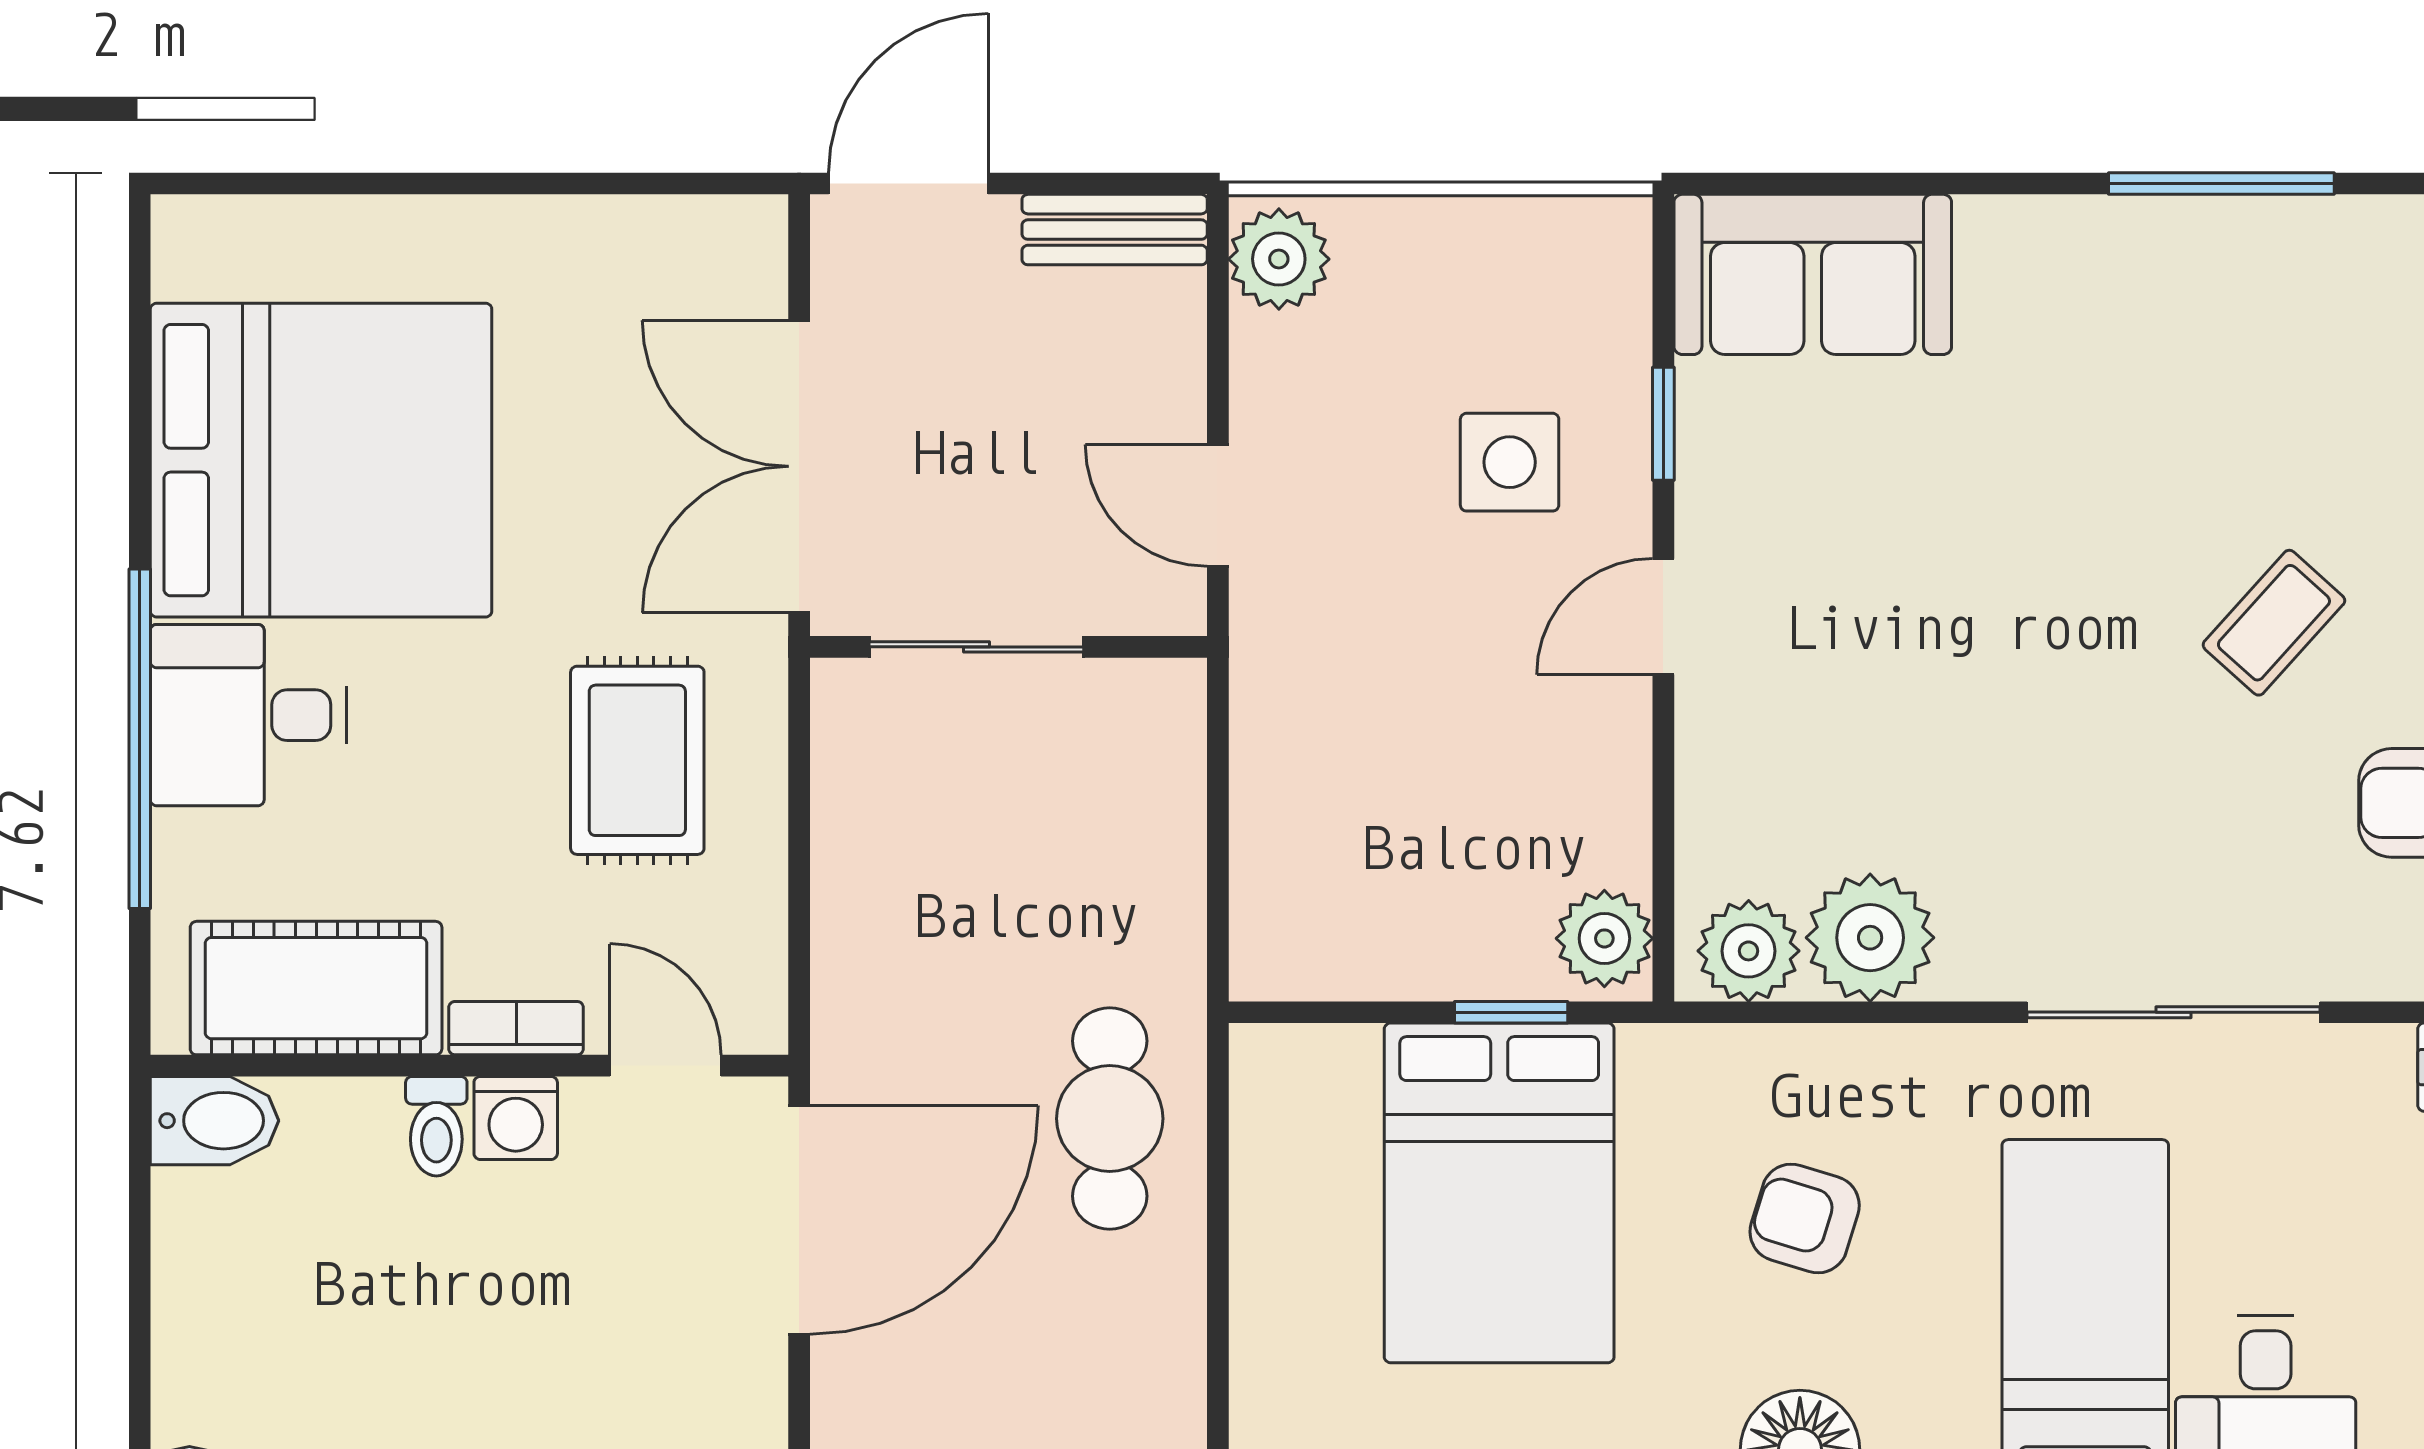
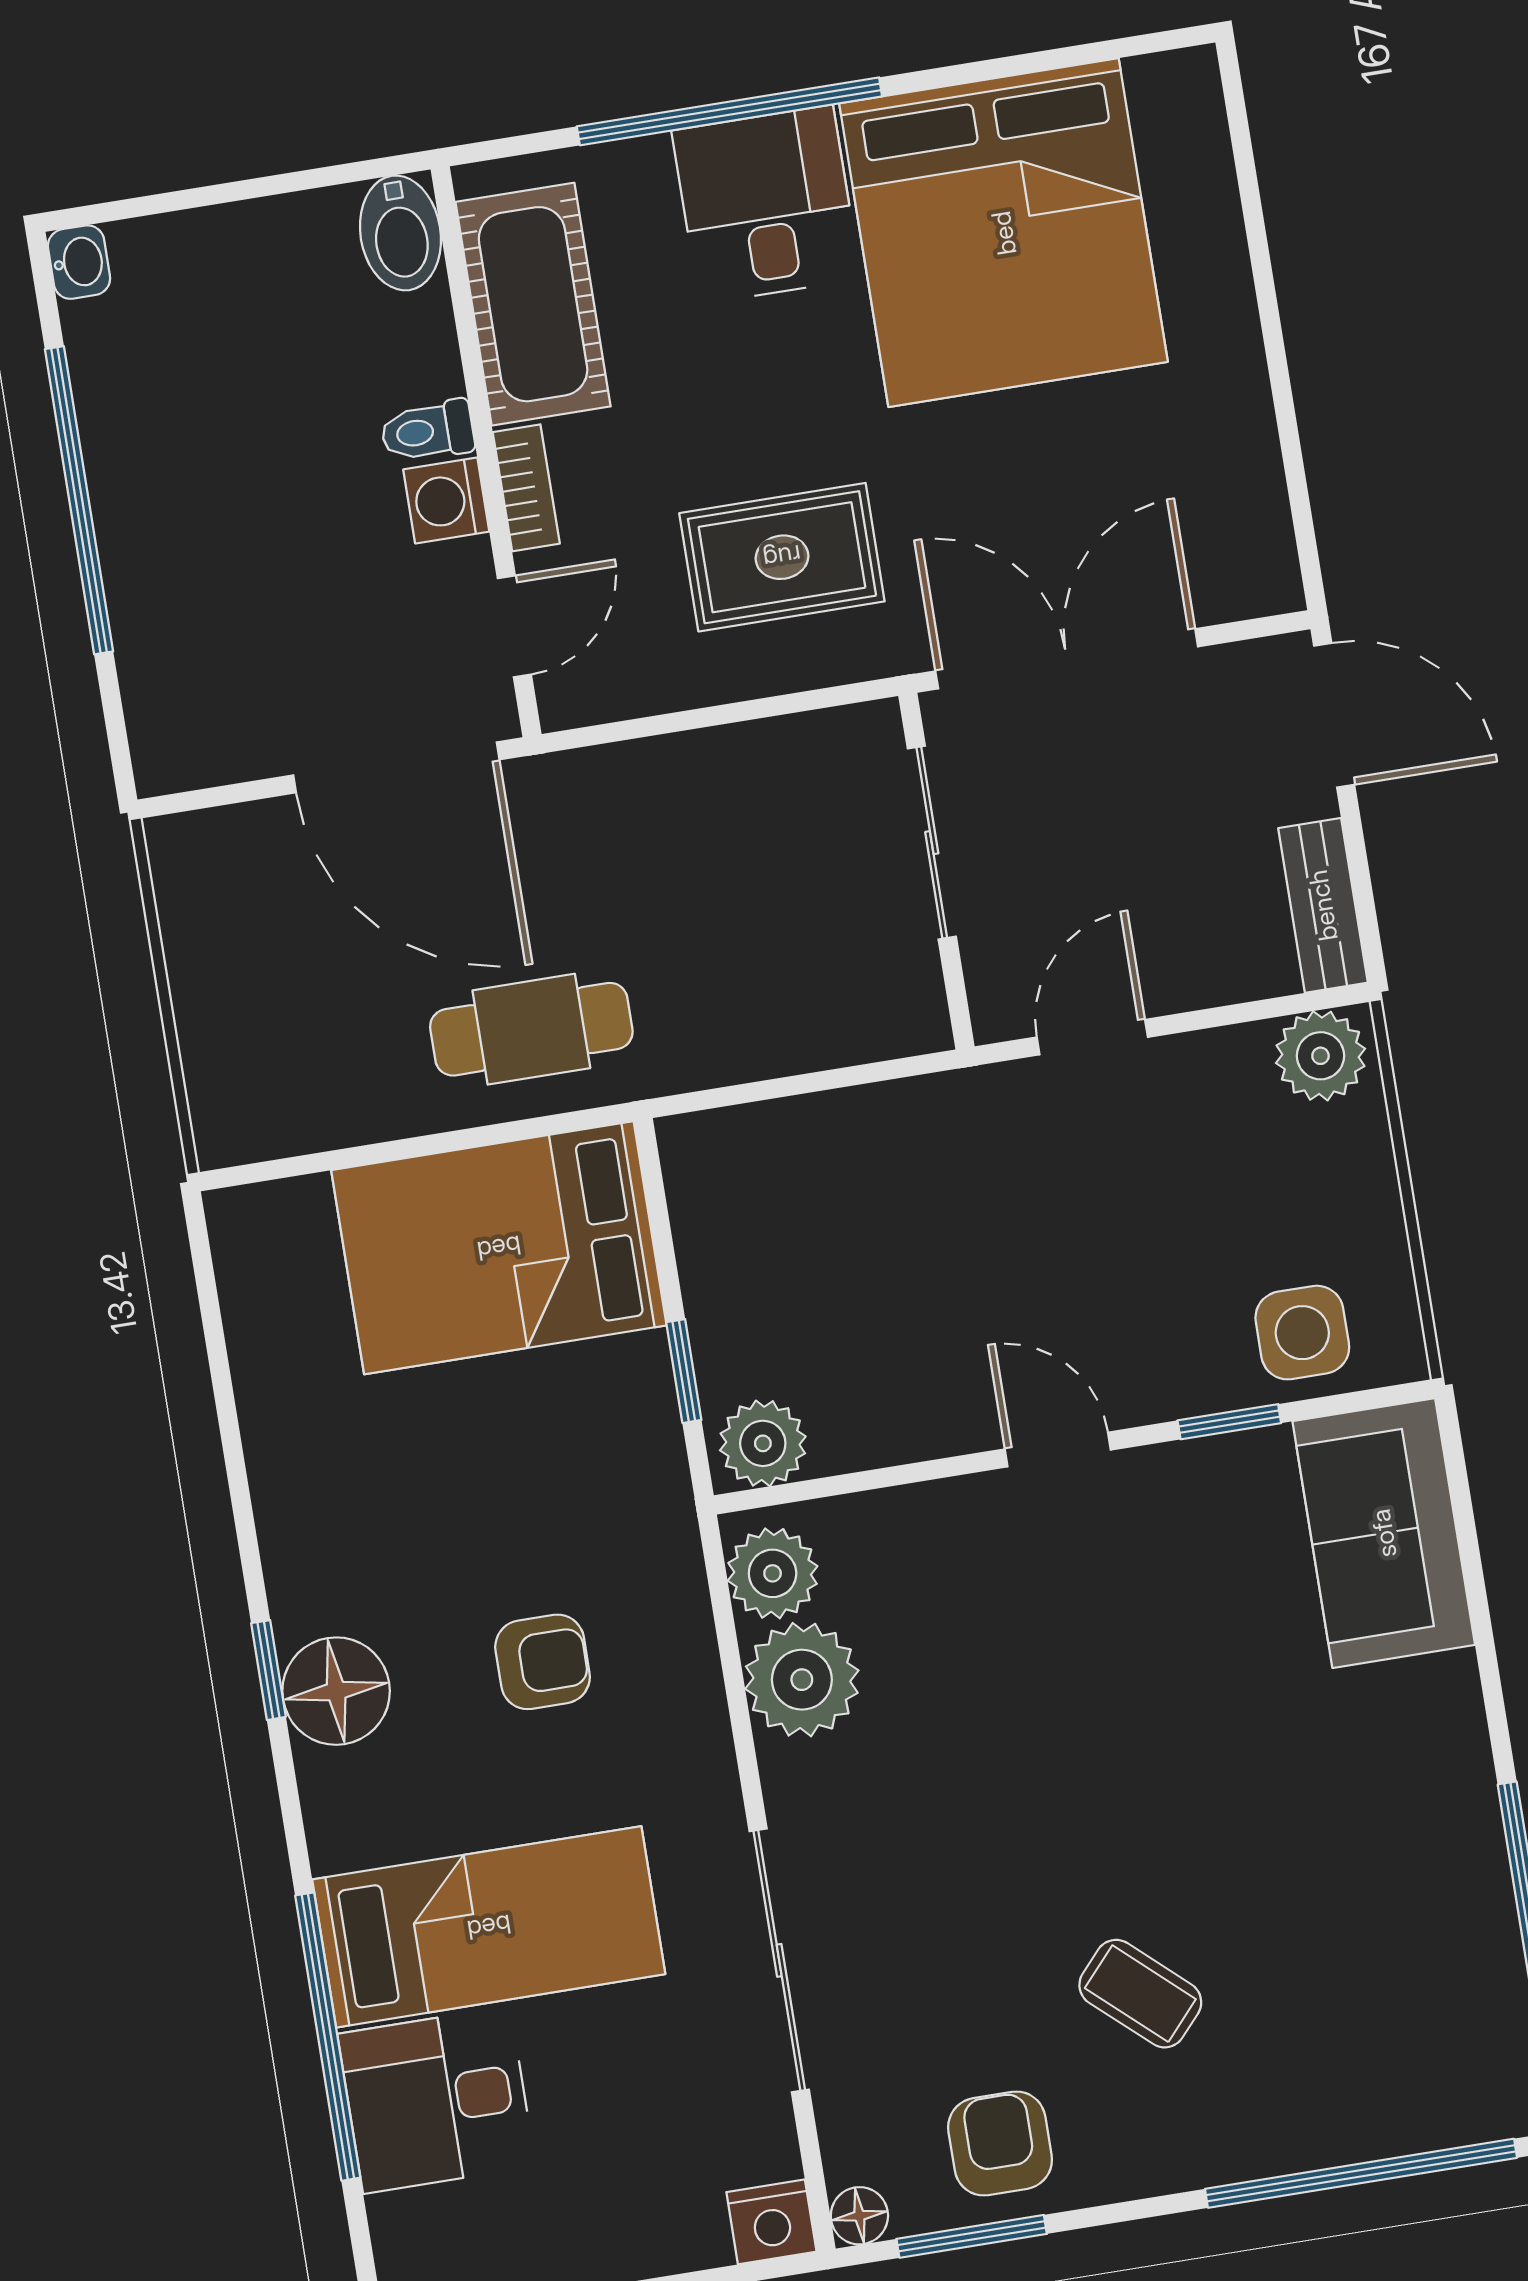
side table: (1510, 462) -> (1302, 1333), moved
bed: (1499, 1193) -> (499, 1248), moved
armchair: (1805, 1218) -> (543, 1662), turned 73

